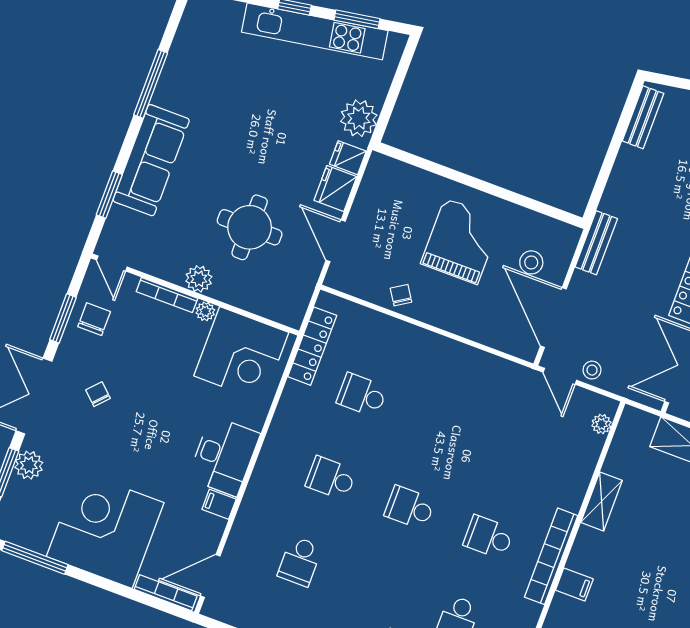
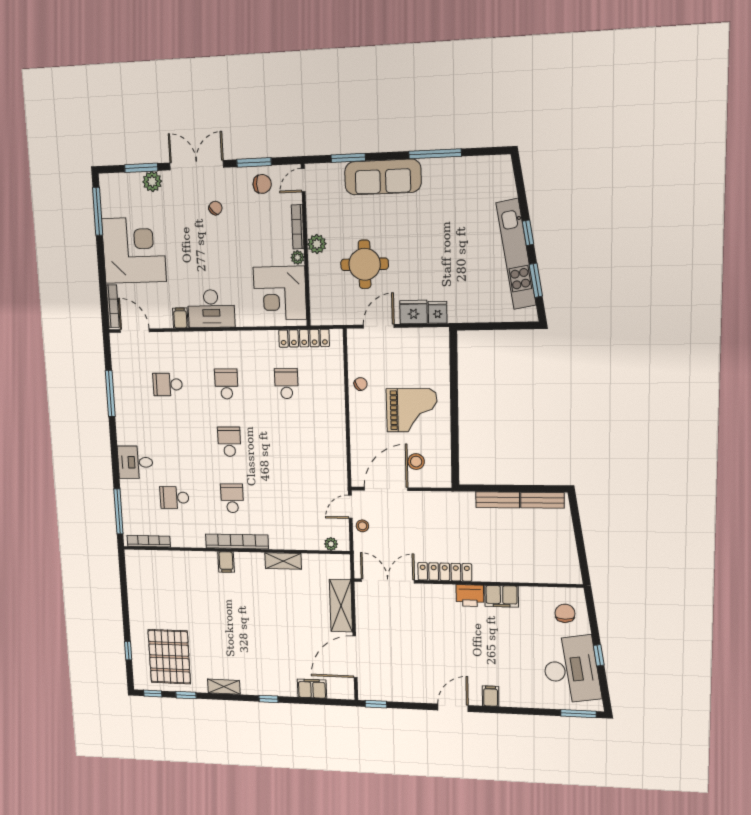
plant: (359, 118) -> (467, 309), removed
bench: (596, 243) -> (498, 500), moved

